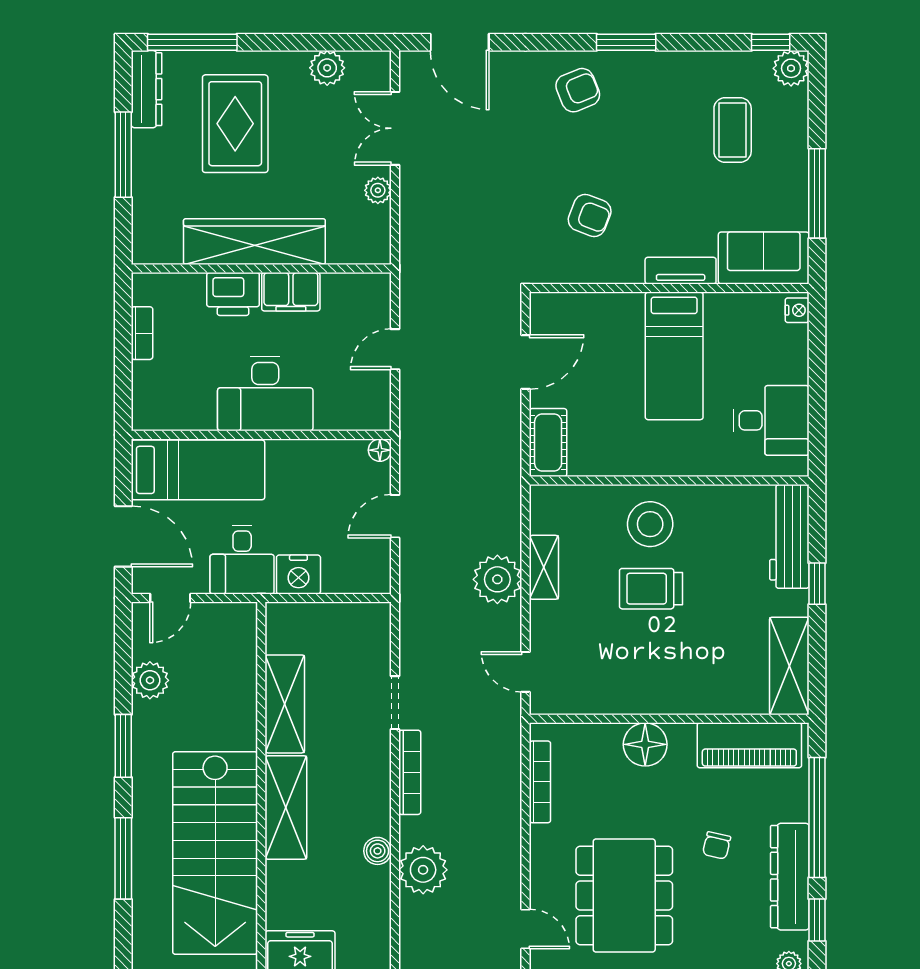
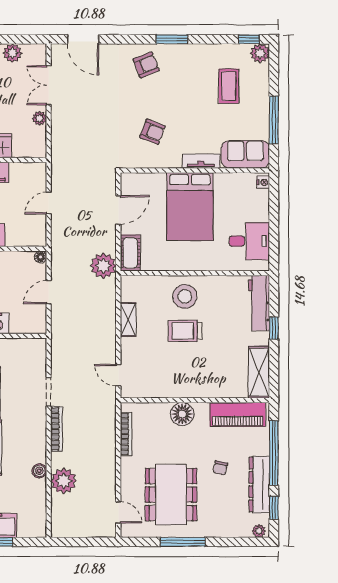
bed: (674, 356) -> (190, 207), width x1.50
plant: (497, 579) -> (103, 266), moved

